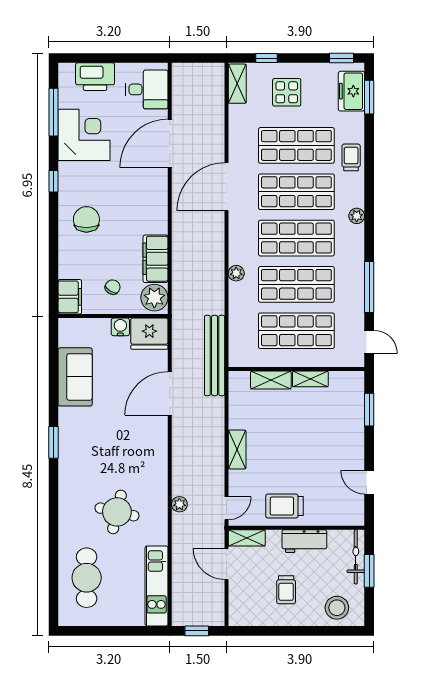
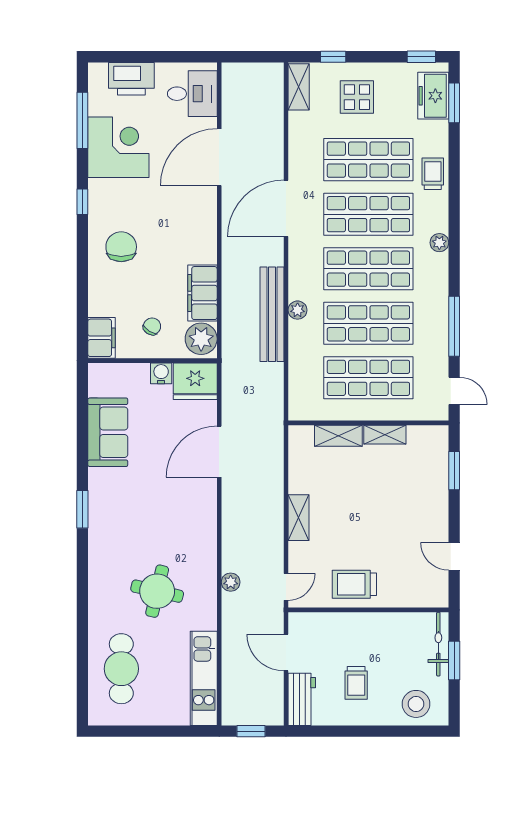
bench: (215, 355) -> (272, 314), moved
shelving: (247, 538) -> (310, 622), removed
workbench: (304, 541) -> (302, 699), moved, turned -90

